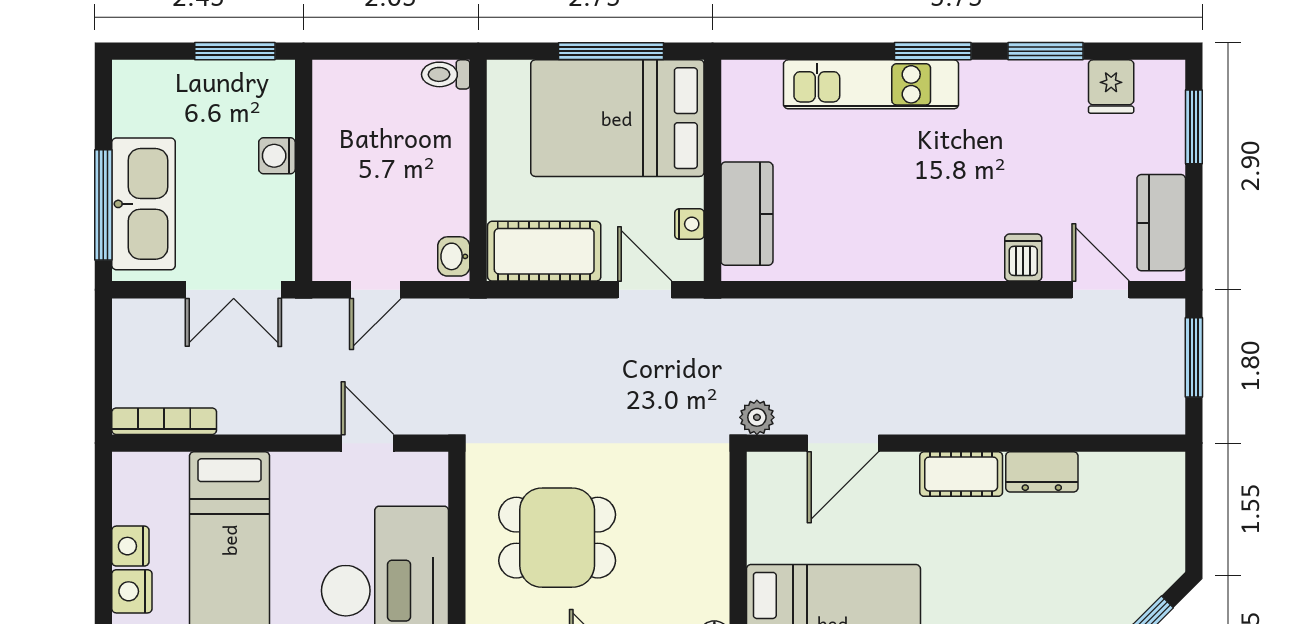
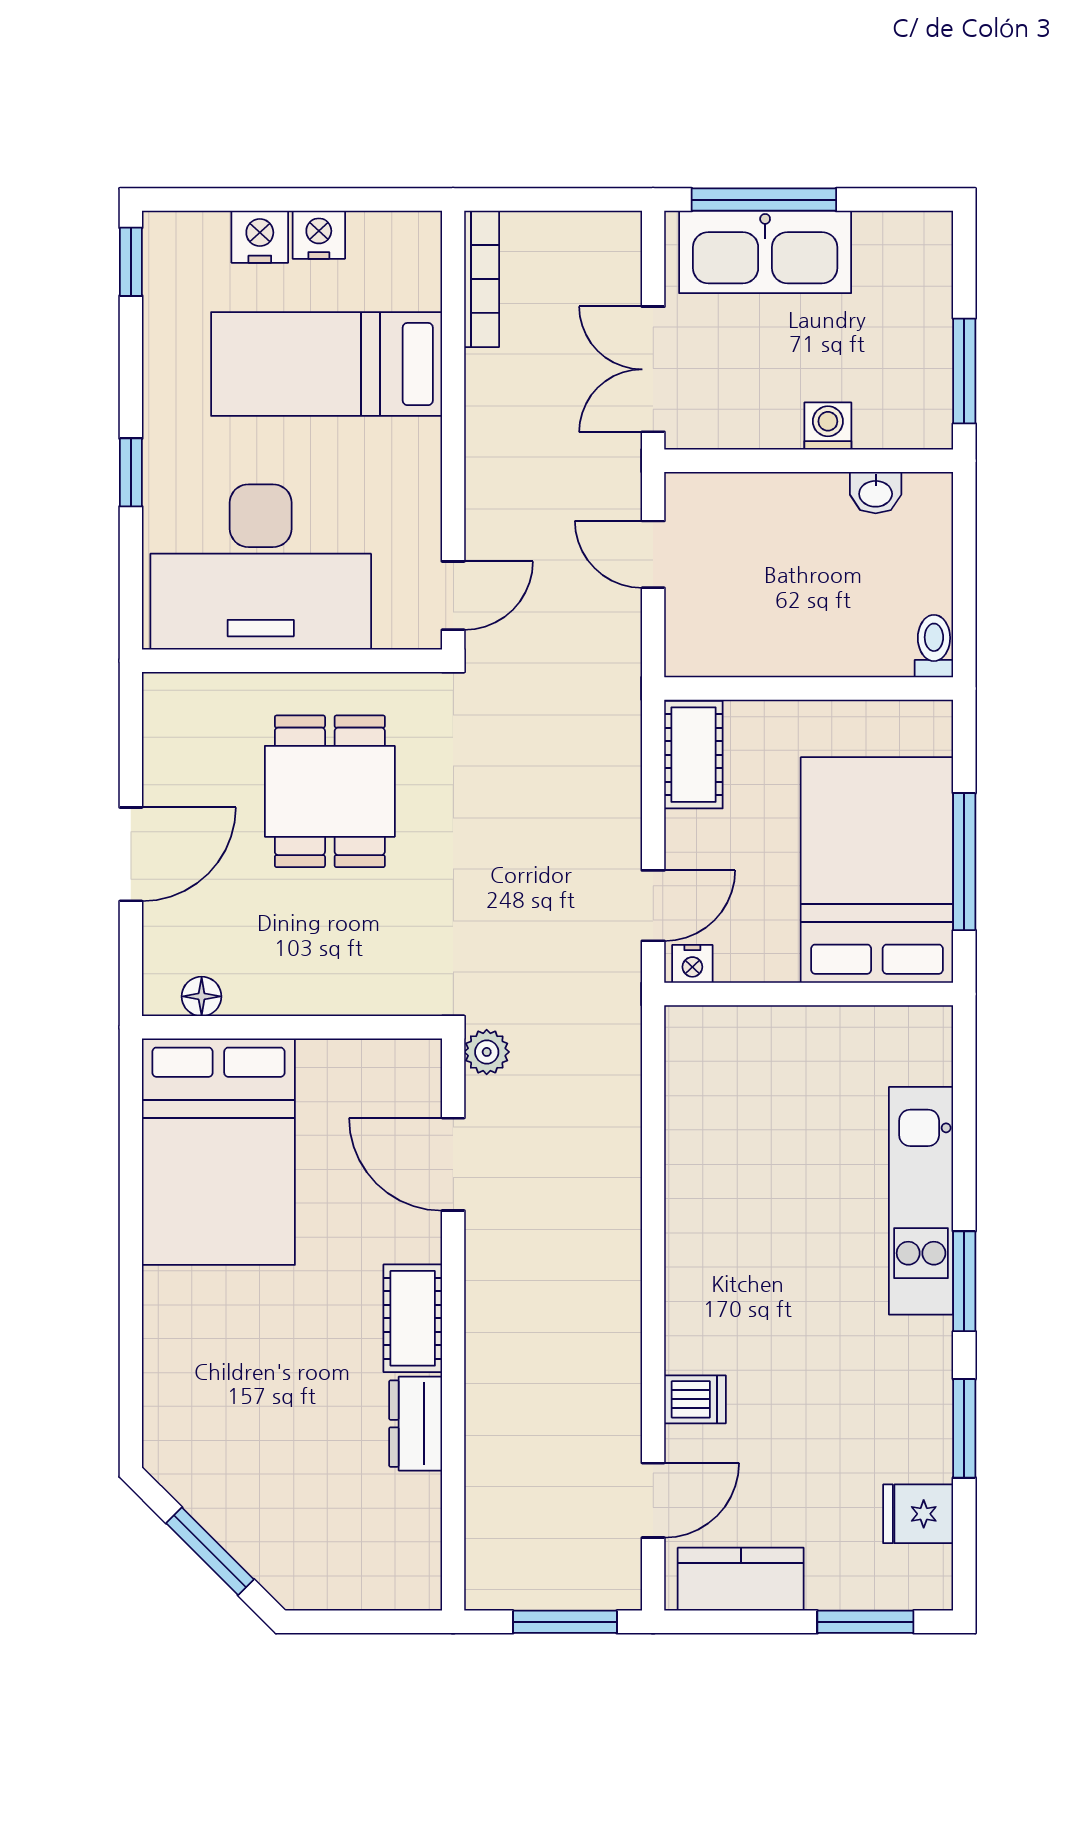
kitchen counter: (747, 214) -> (752, 1039), removed
nightstand: (689, 224) -> (692, 964), moved
cot: (544, 251) -> (693, 755), width x0.73, depth x0.75
washbasin: (454, 256) -> (876, 493), moved, turned 180
door: (368, 443) -> (453, 596), moved

